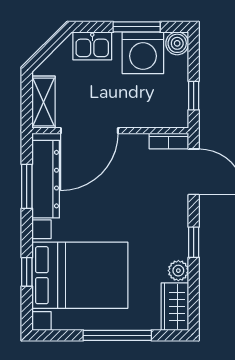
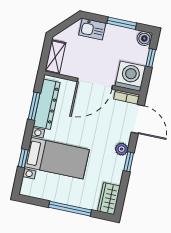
washing machine: (143, 53) -> (130, 76), moved, turned 180
window: (194, 96) -> (151, 58), moved
door: (89, 131) -> (95, 84), moved
plant: (178, 271) -> (122, 149), moved
bed with nightstands: (80, 275) -> (57, 158), width x0.73

